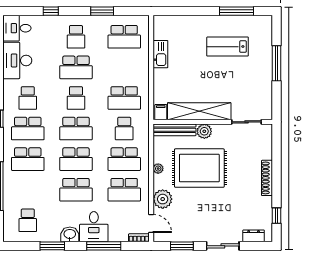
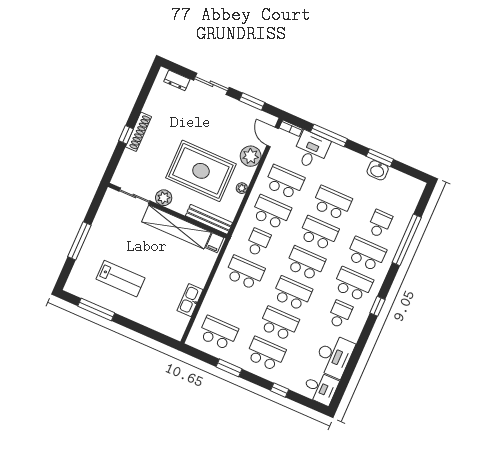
school desk: (76, 37) -> (266, 354), width x1.85
school desk: (76, 98) -> (292, 293), width x1.85
plant: (204, 131) -> (164, 198), moved
window: (277, 216) -> (126, 135), moved
school desk: (28, 220) -> (380, 224), moved
desk: (94, 227) -> (311, 150), moved
washbasin: (70, 234) -> (378, 170), moved

